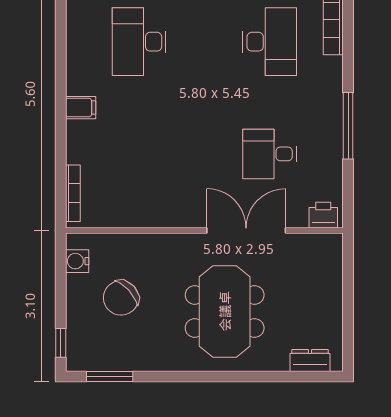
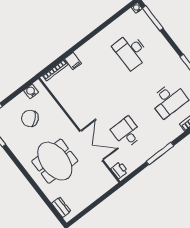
desk: (139, 42) -> (131, 51), turned -90
filing cabinet: (81, 108) -> (73, 61), moved
meeting table: (225, 311) -> (55, 161), turned 90

